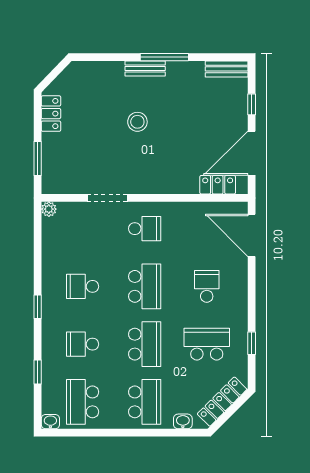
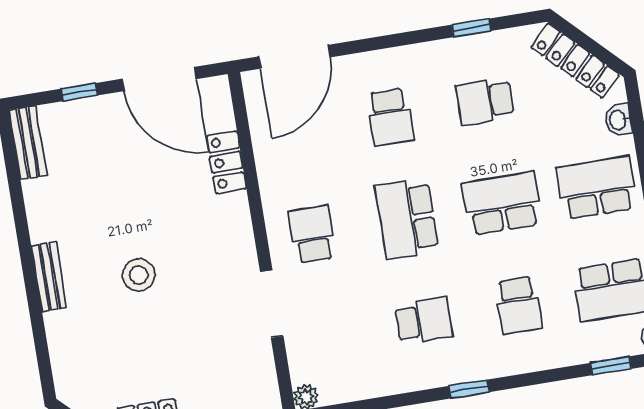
window: (164, 57) -> (25, 248), removed
locker: (218, 185) -> (226, 162), moved
school desk: (83, 286) -> (424, 321), turned -90
school desk: (145, 286) -> (407, 219), turned -90
school desk: (207, 286) -> (390, 117), turned -90
school desk: (207, 344) -> (485, 101), width x0.54
window: (38, 372) -> (611, 366), moved

